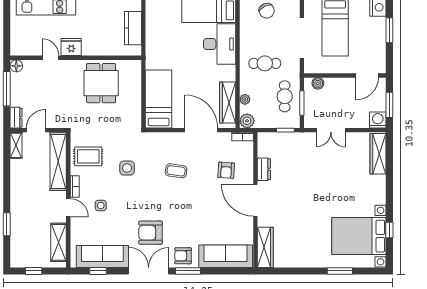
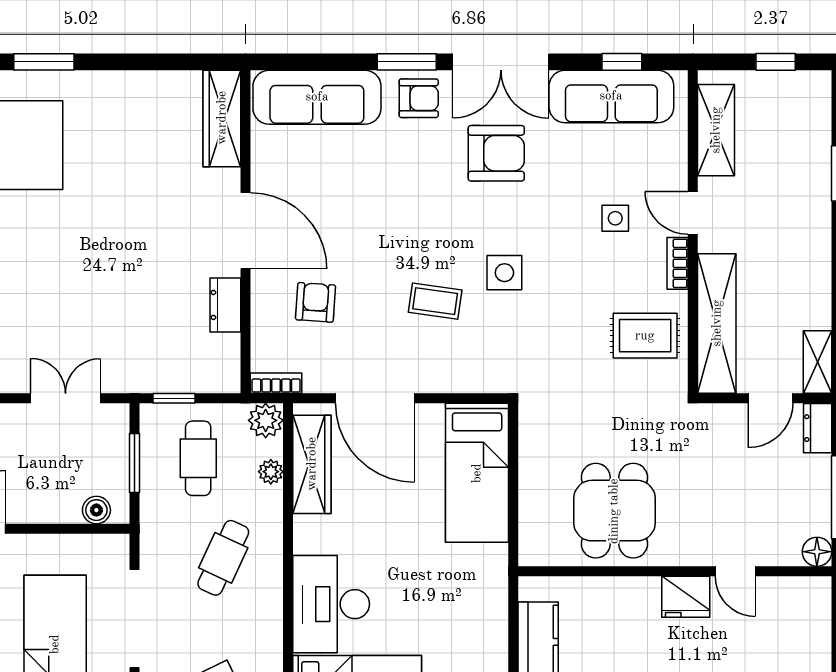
cafe table: (265, 63) -> (223, 558), turned -65
cafe table: (285, 96) -> (198, 458), moved
side table: (127, 168) -> (504, 273), moved

